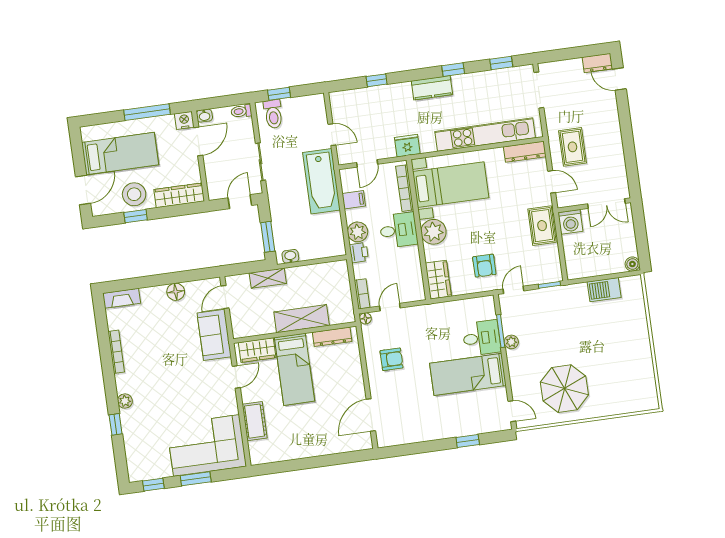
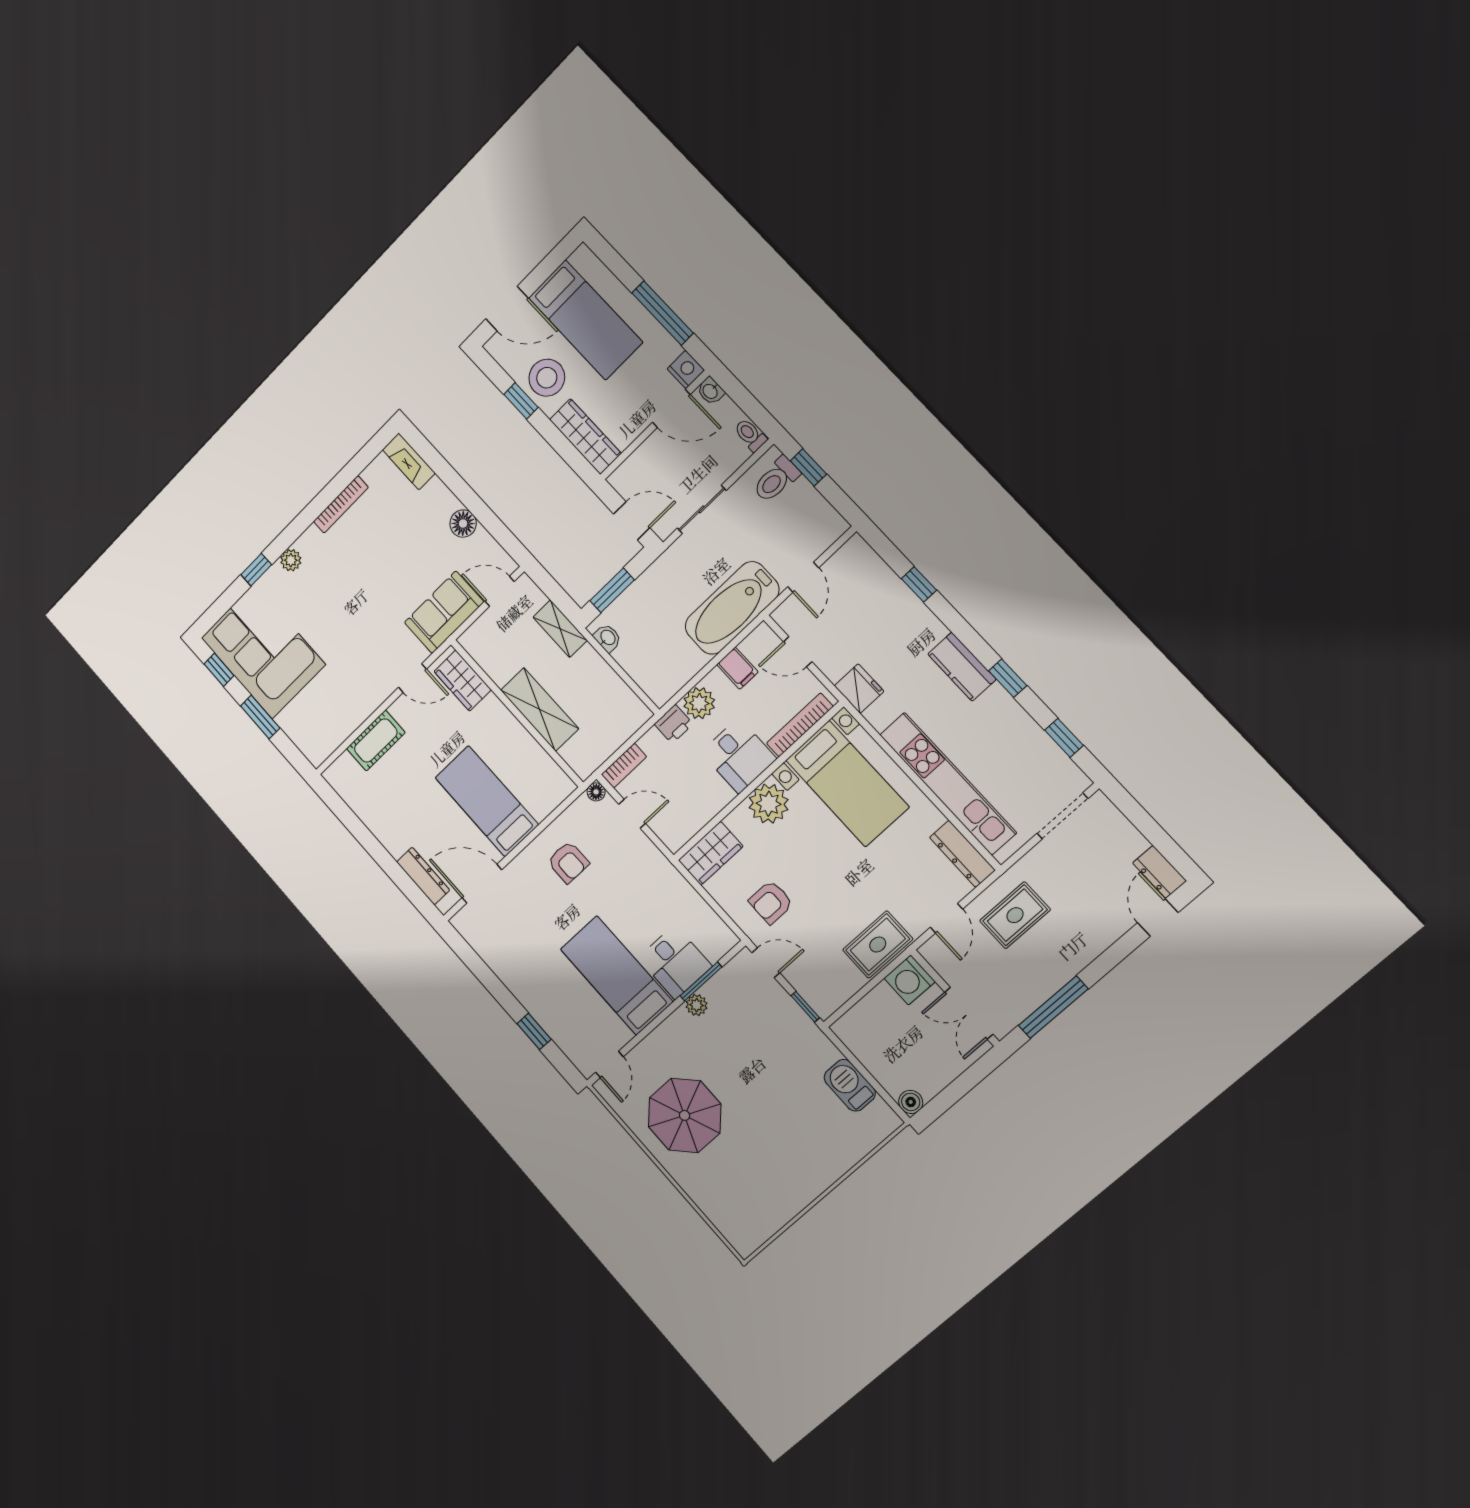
window: (630, 160) -> (1053, 1007), added
dresser: (332, 337) -> (423, 876), moved, turned 180
bed: (294, 369) -> (487, 801), moved, turned 90
corner sofa: (206, 445) -> (263, 651), moved

